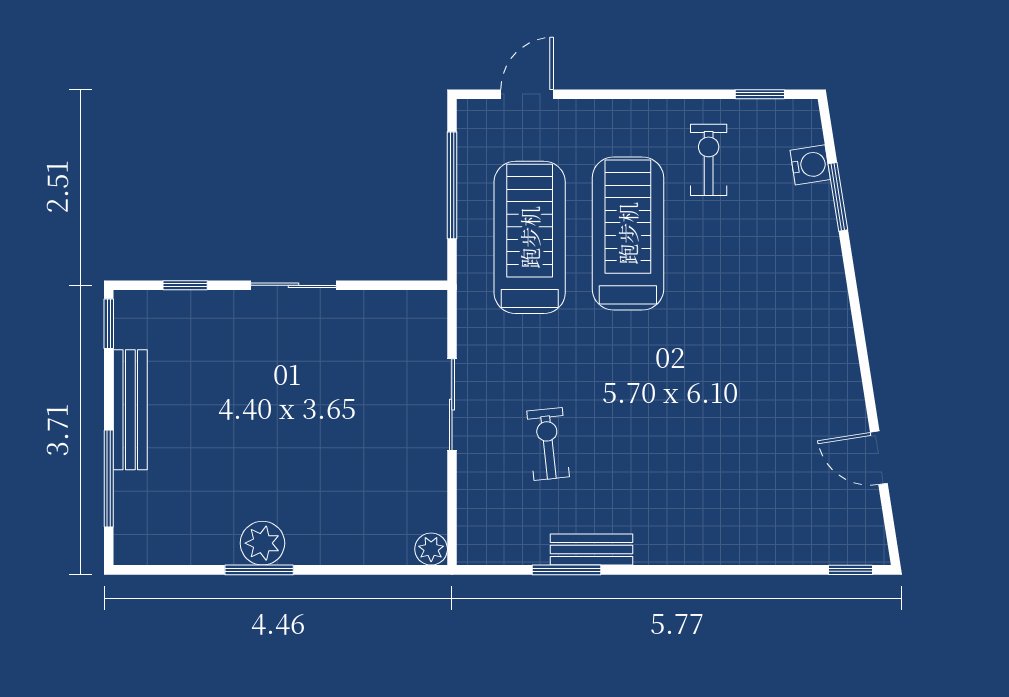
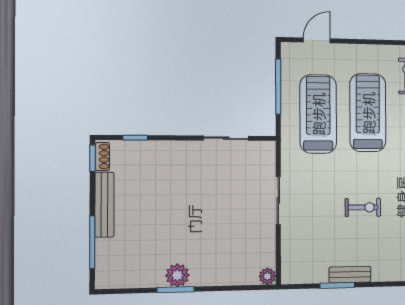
sliding door: (293, 285) -> (226, 138), moved
shoe rack: (126, 321) -> (102, 156), added
exercise bike: (548, 444) -> (363, 207), moved, turned 96

